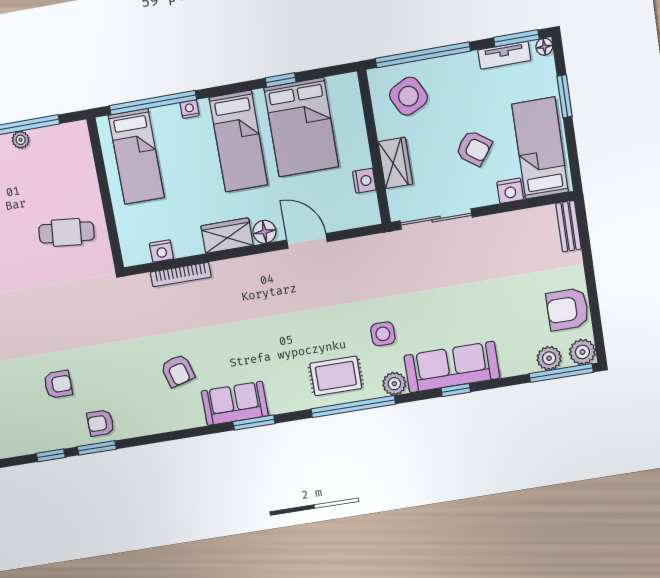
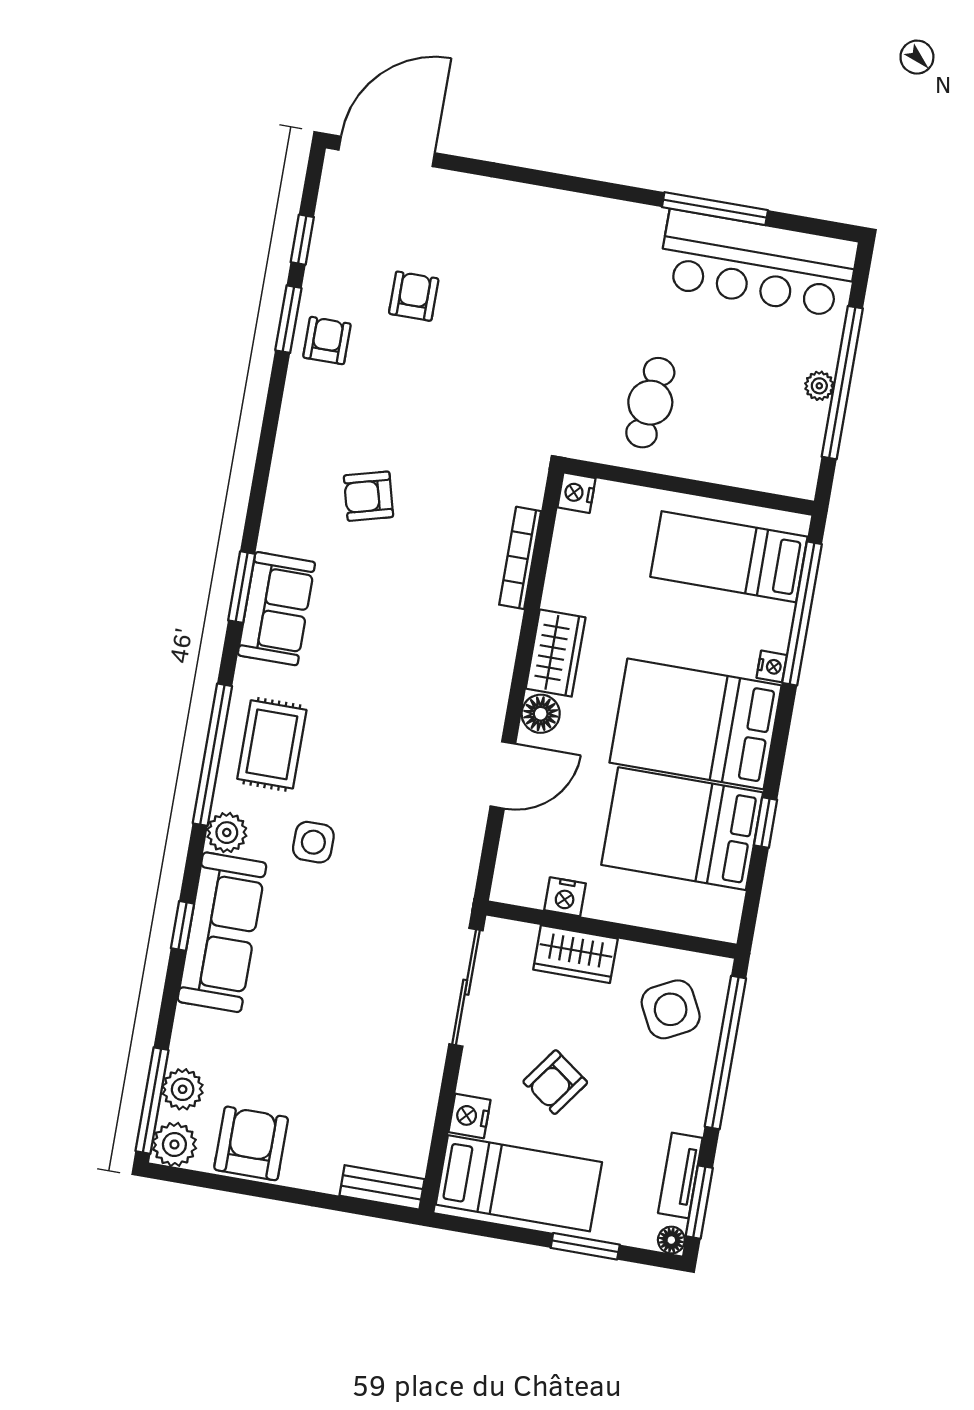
bed: (238, 141) -> (696, 724), width x1.50
nightstand: (161, 251) -> (577, 493), moved
armchair: (58, 384) -> (414, 296), turned 180
sofa: (235, 403) -> (276, 609), moved

